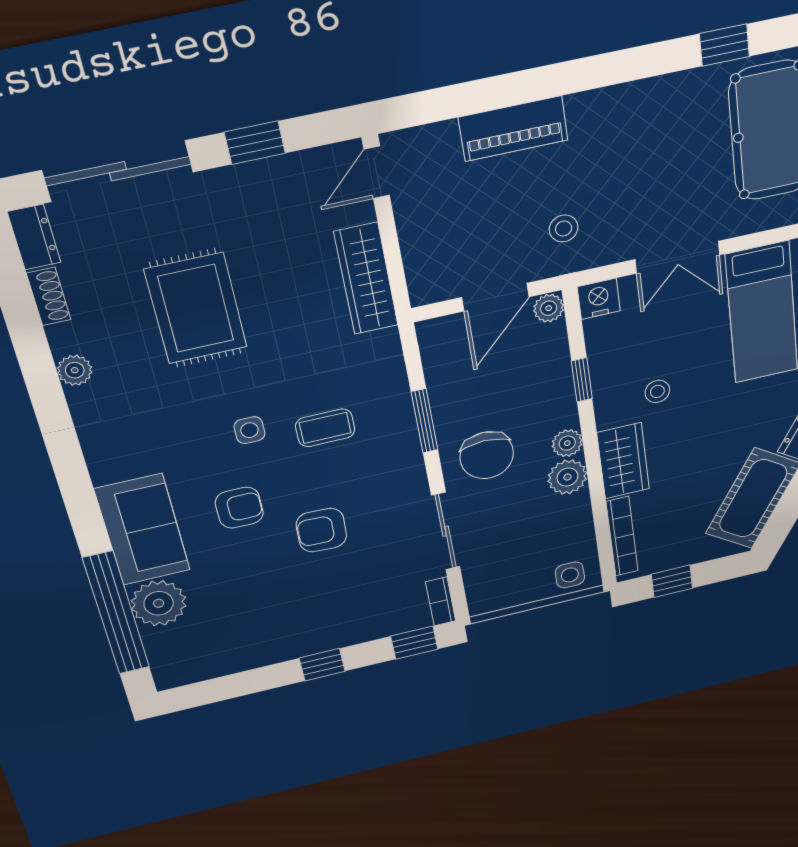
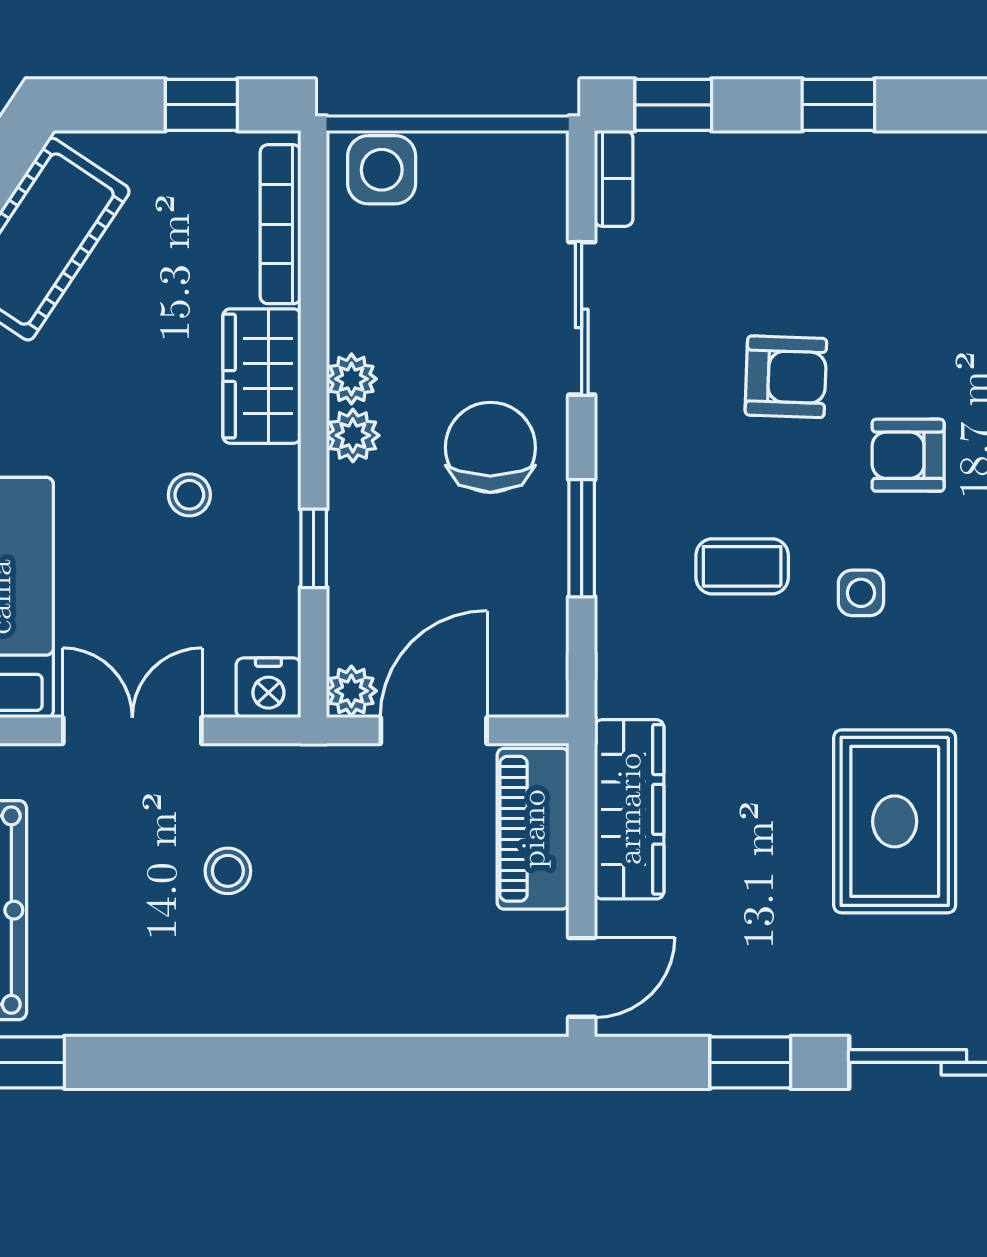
piano: (513, 129) -> (533, 829), moved, turned -90
stool: (564, 228) -> (228, 871), moved
plant: (567, 477) -> (351, 379), width x0.73, depth x0.73
side table: (570, 575) -> (382, 170), width x1.37, depth x1.37

